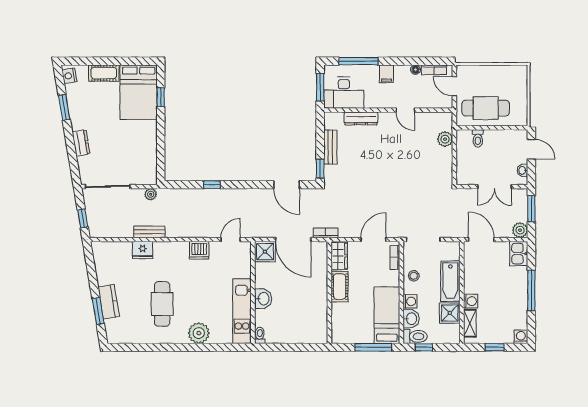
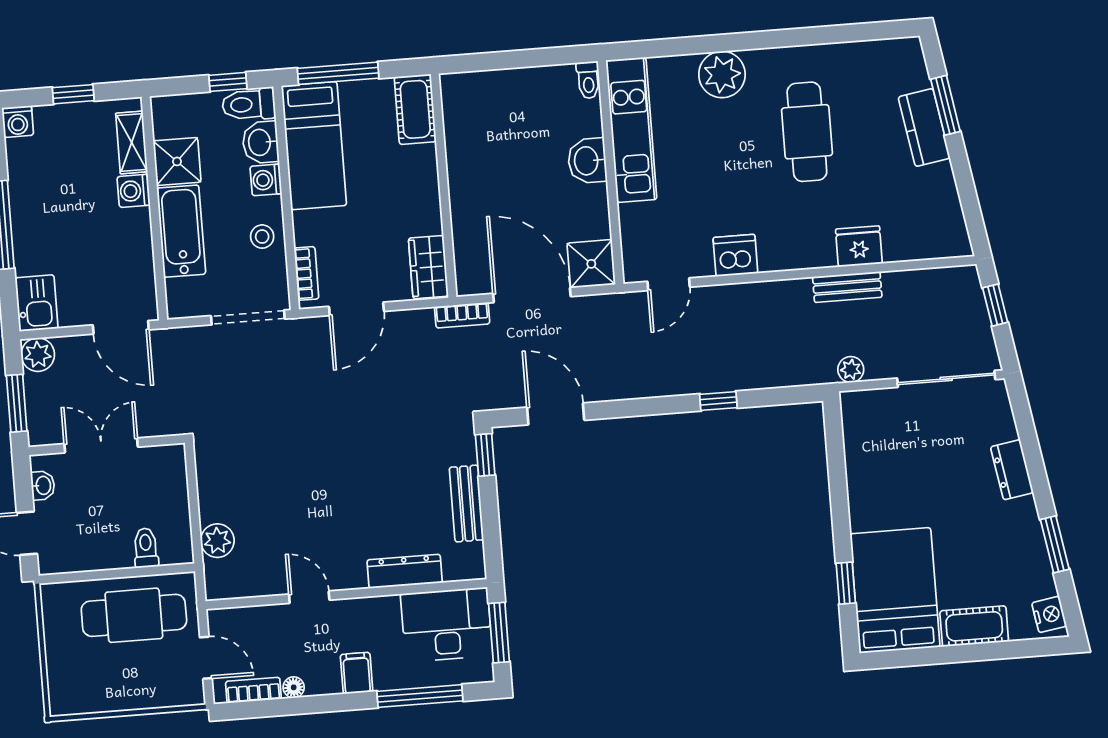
cot: (340, 287) -> (415, 109), moved

